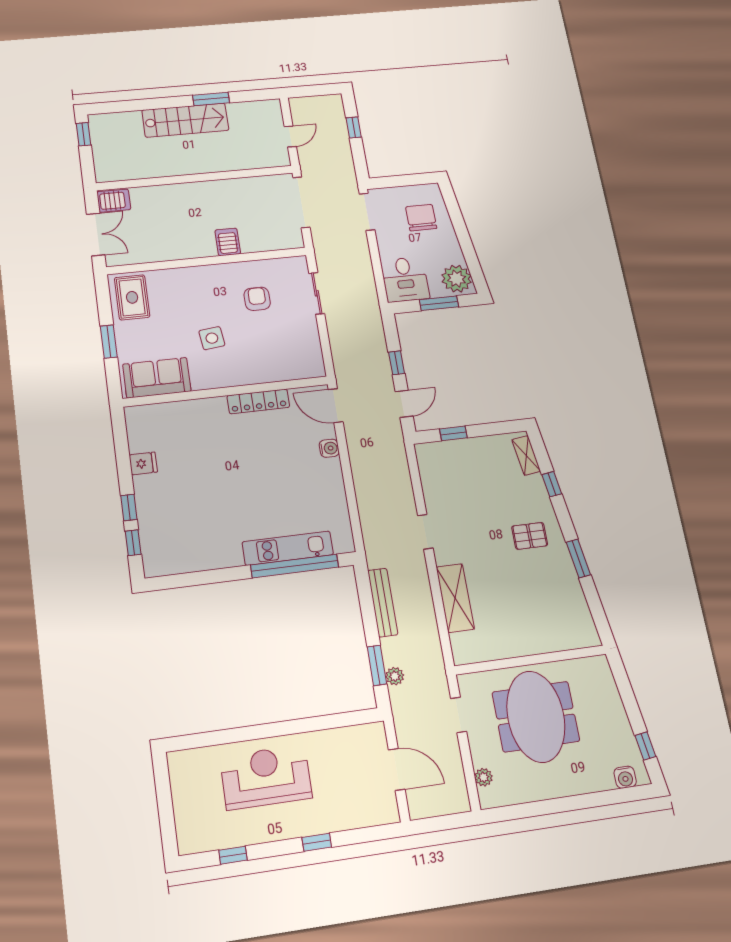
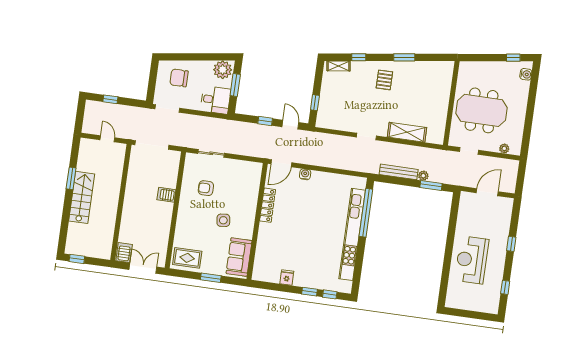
kitchen unit: (288, 548) -> (352, 234), width x1.86
plant: (395, 676) -> (423, 176), moved

